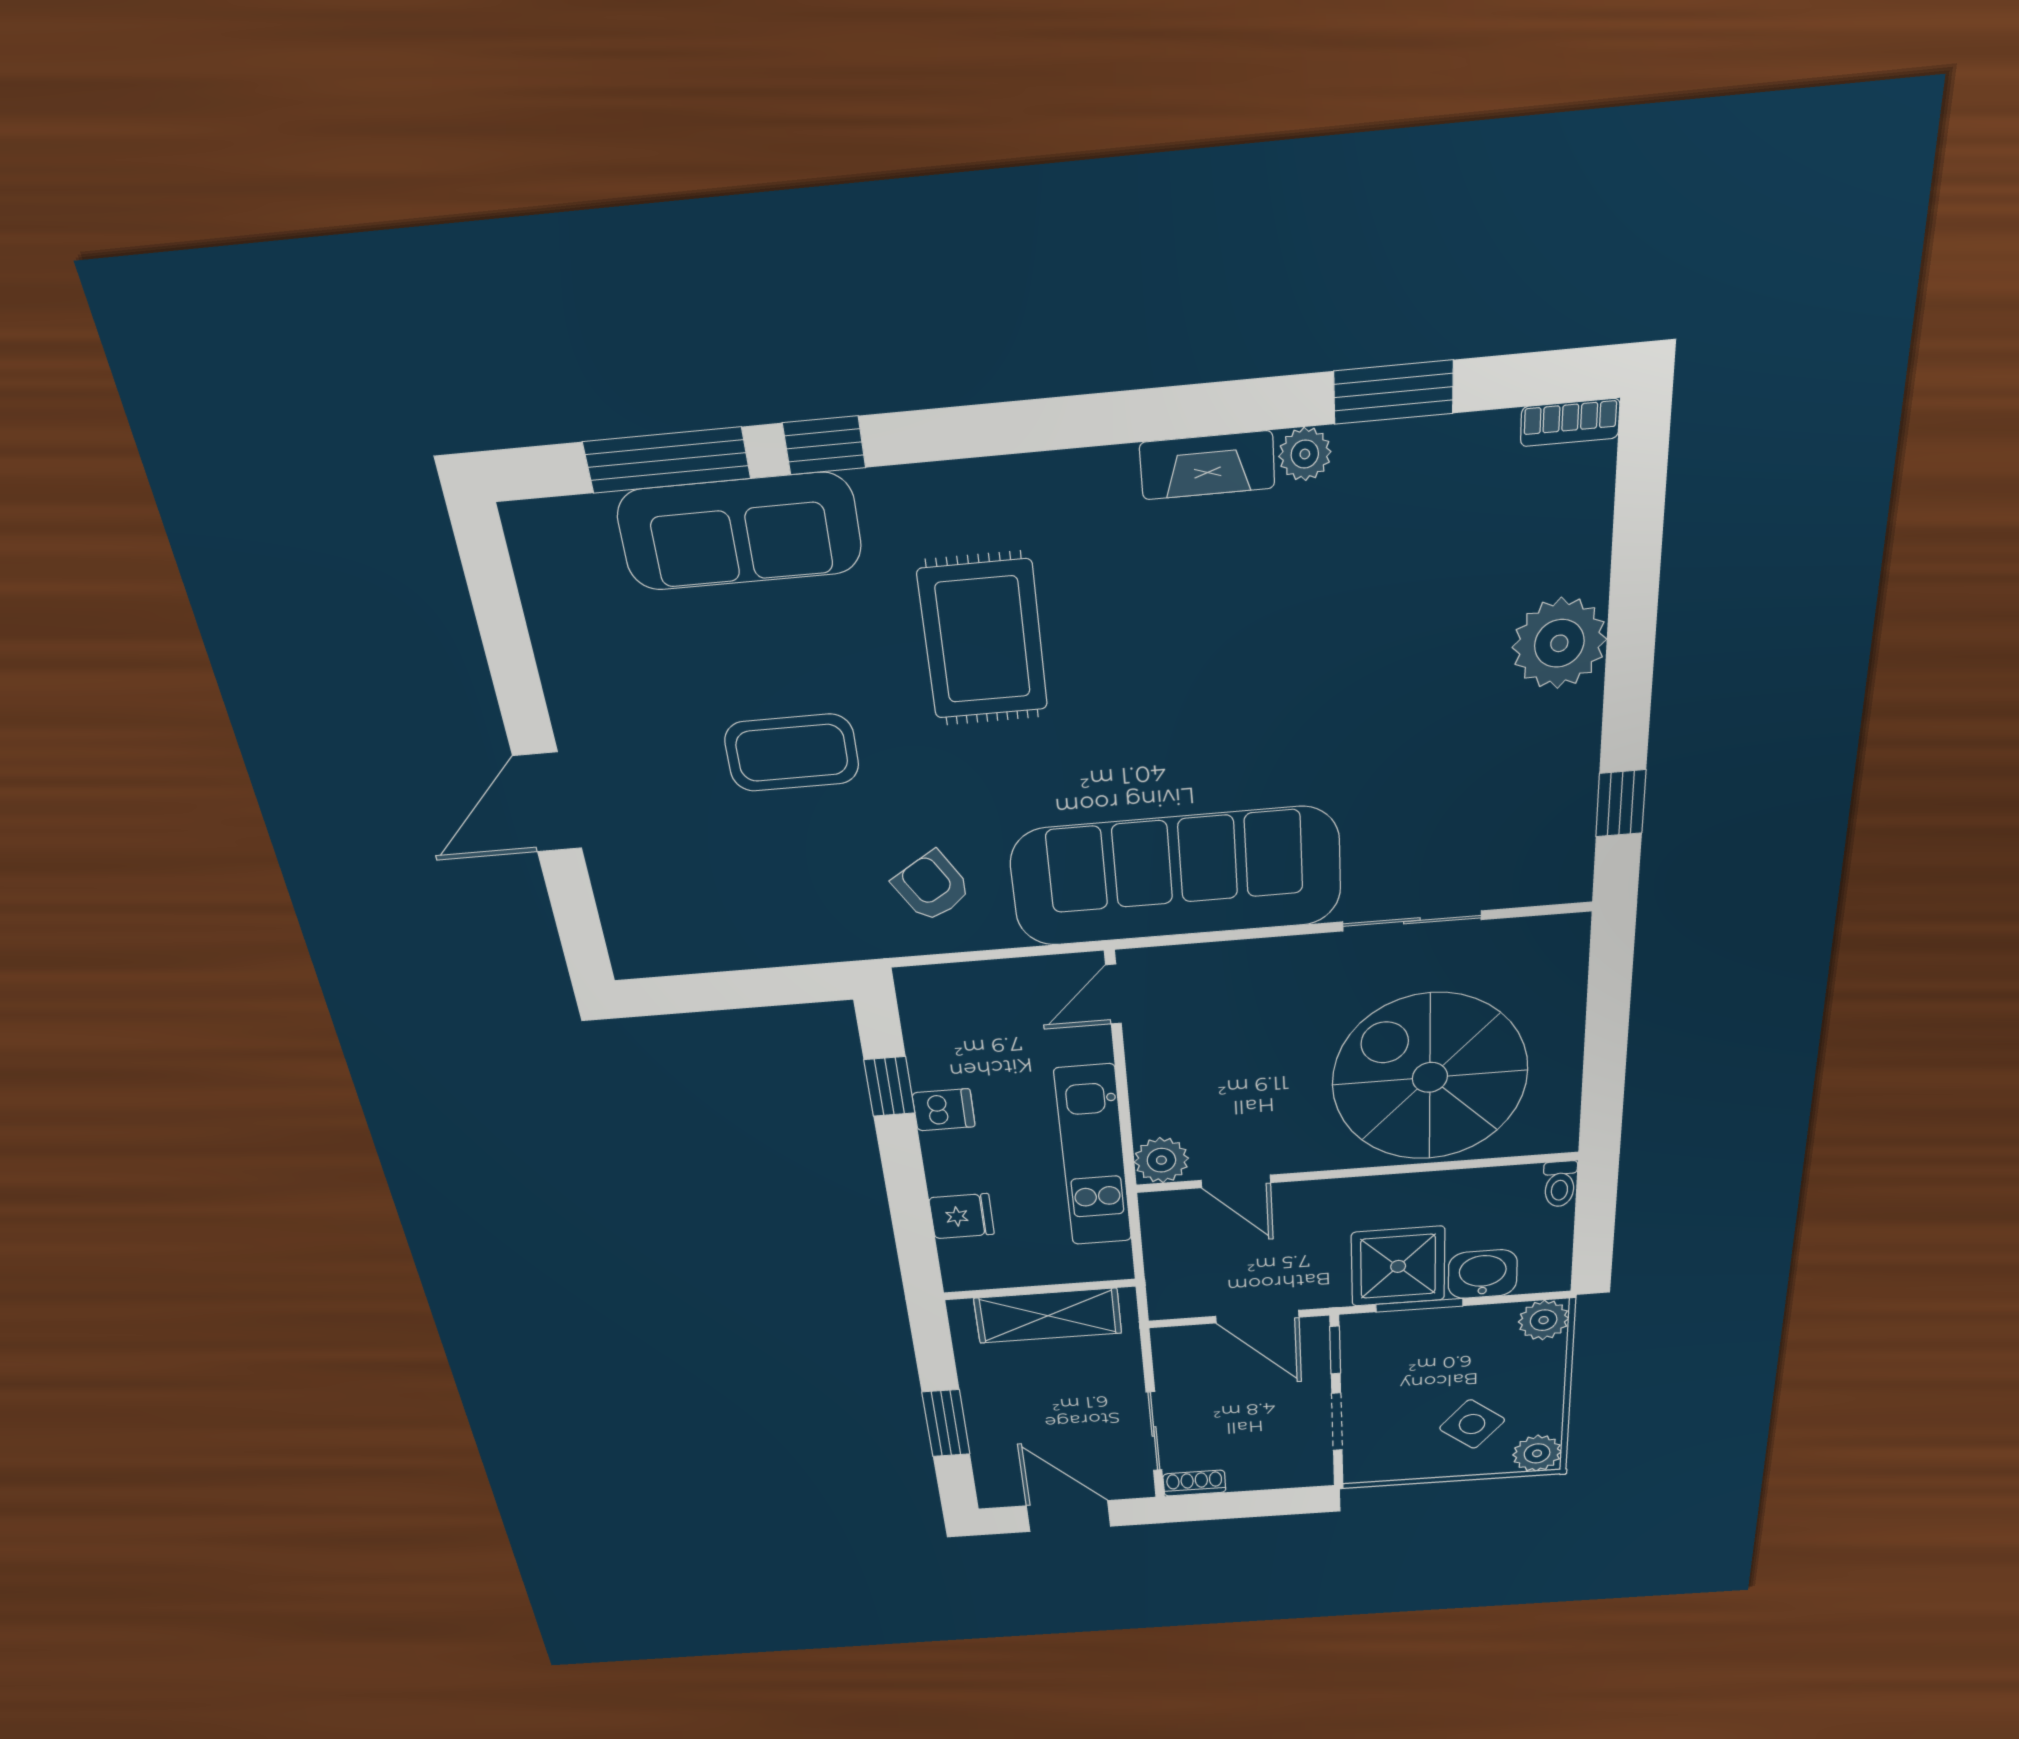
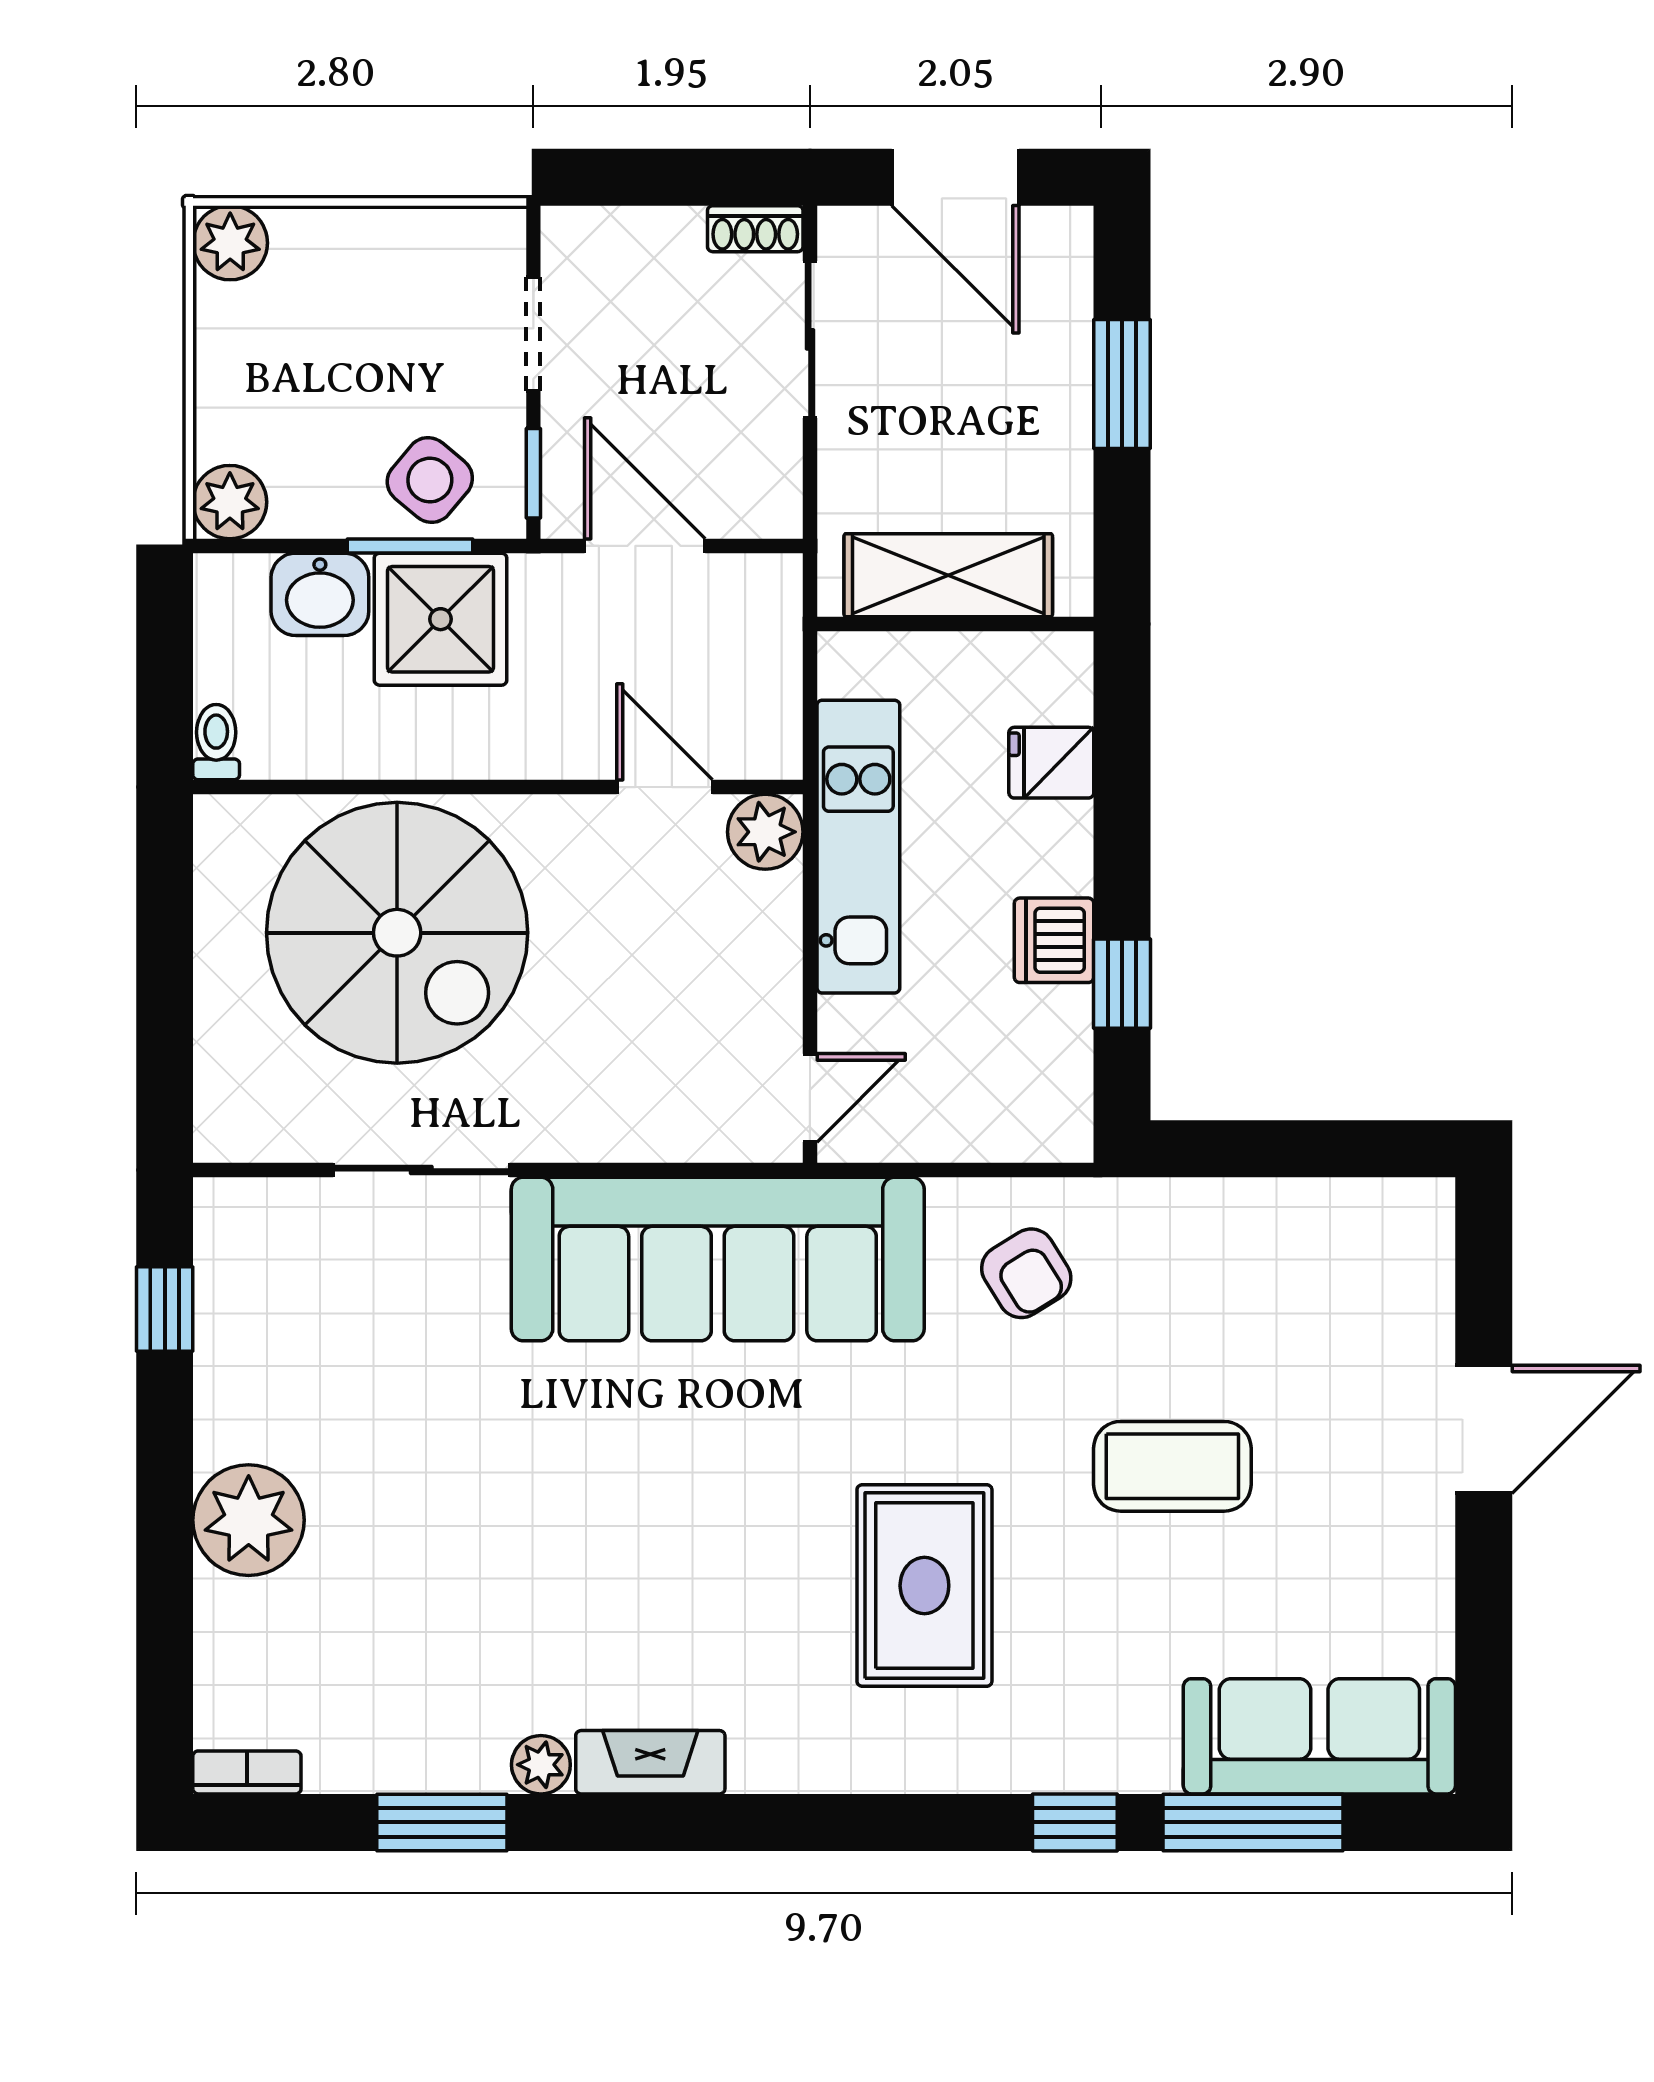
sofa: (740, 532) -> (1319, 1736), moved
dishwasher: (944, 1110) -> (1054, 940), width x1.38
side table: (1472, 1424) -> (430, 480), moved

